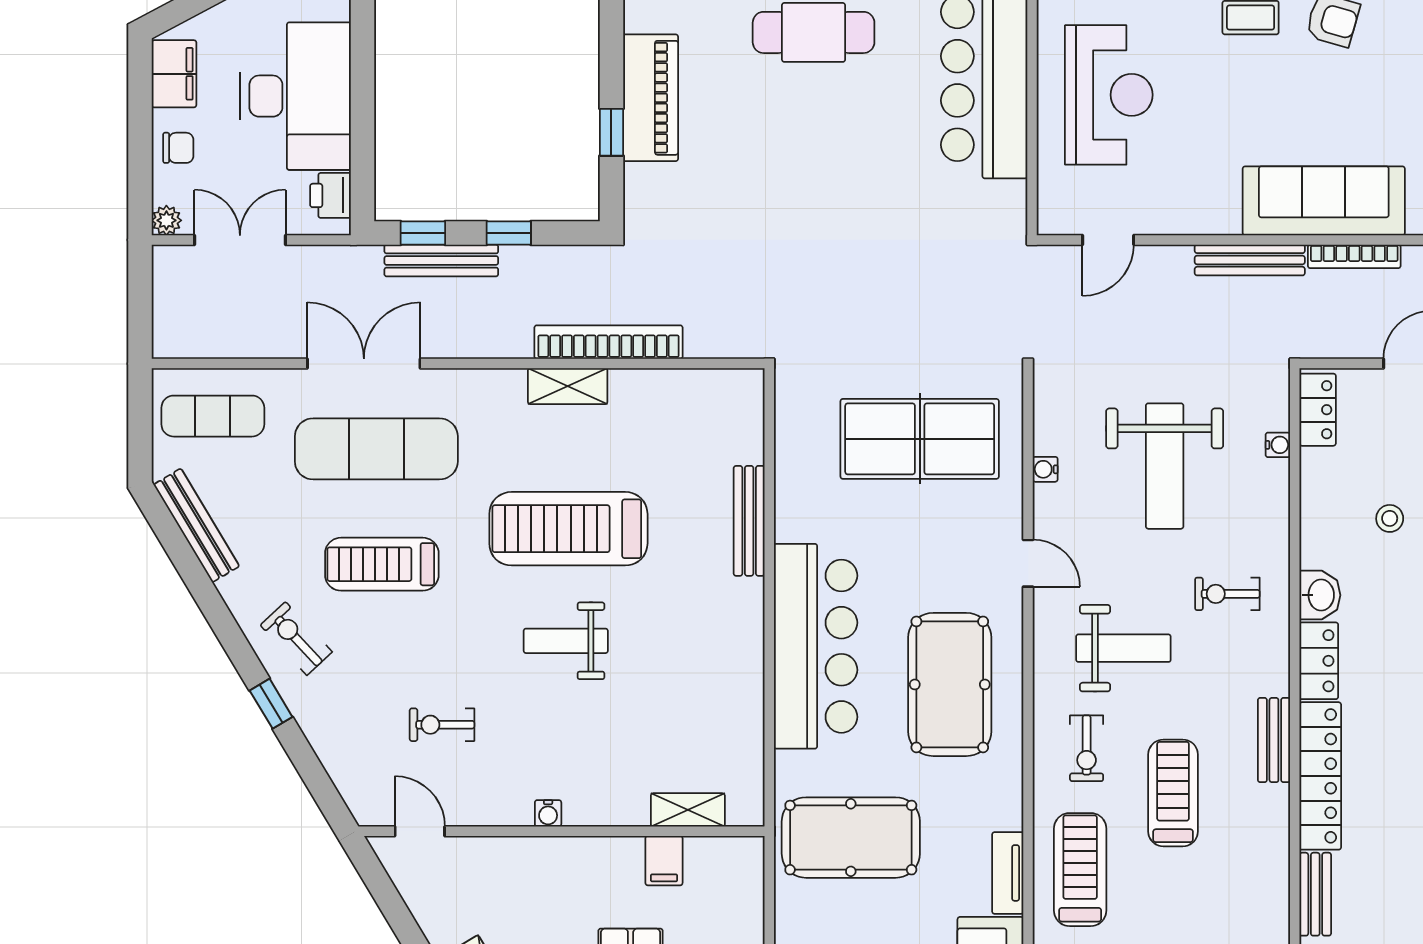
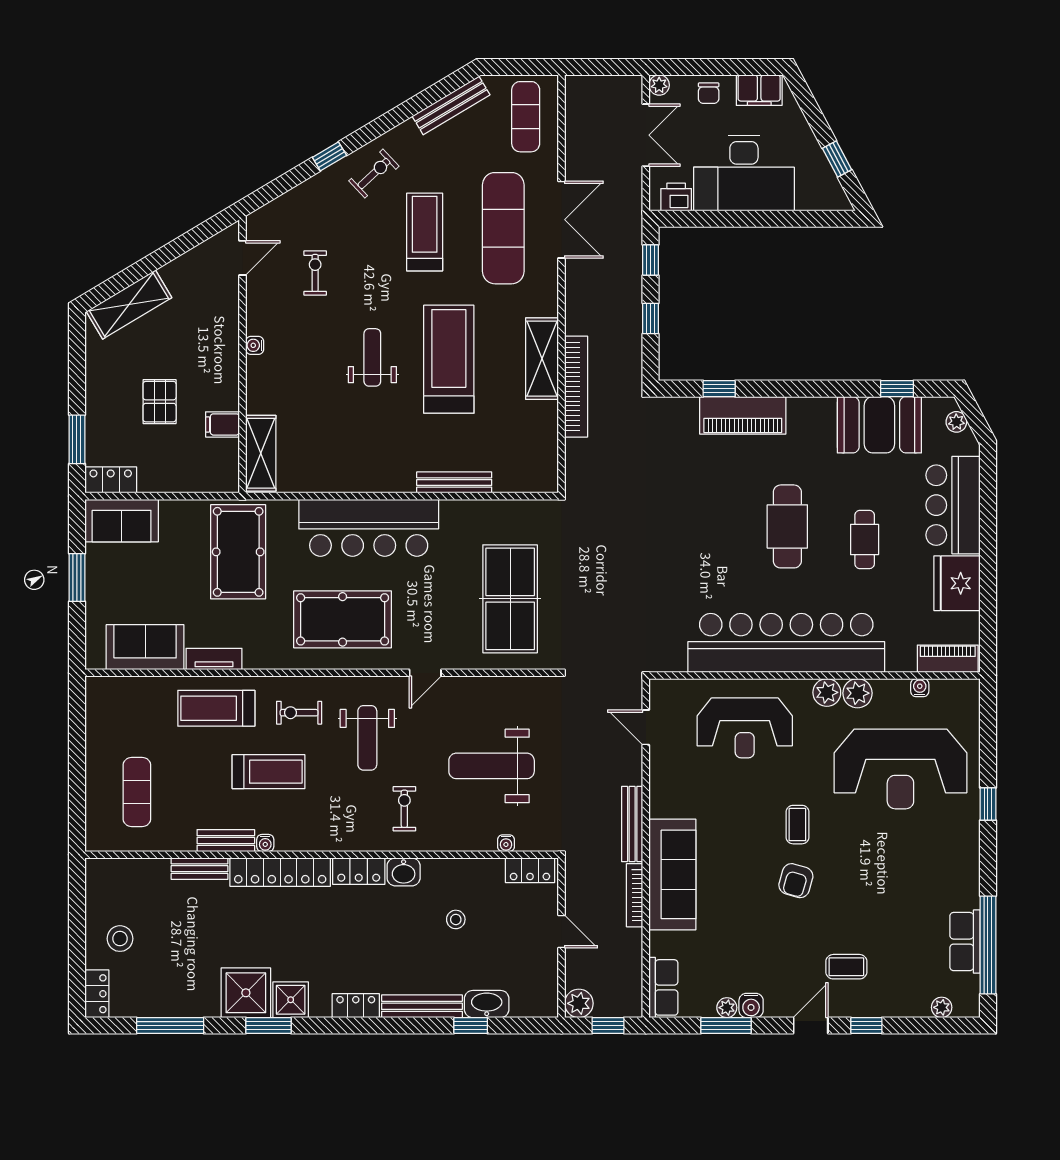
bench: (441, 260) -> (632, 273), removed
shelving: (568, 386) -> (542, 359), width x1.50, depth x1.33
water cooler: (1045, 469) -> (265, 843), moved, turned 180
bench: (1274, 740) -> (226, 841), moved
shelving: (688, 810) -> (261, 453), width x1.50, depth x1.33
treadmill: (1080, 870) -> (216, 708), turned 180

